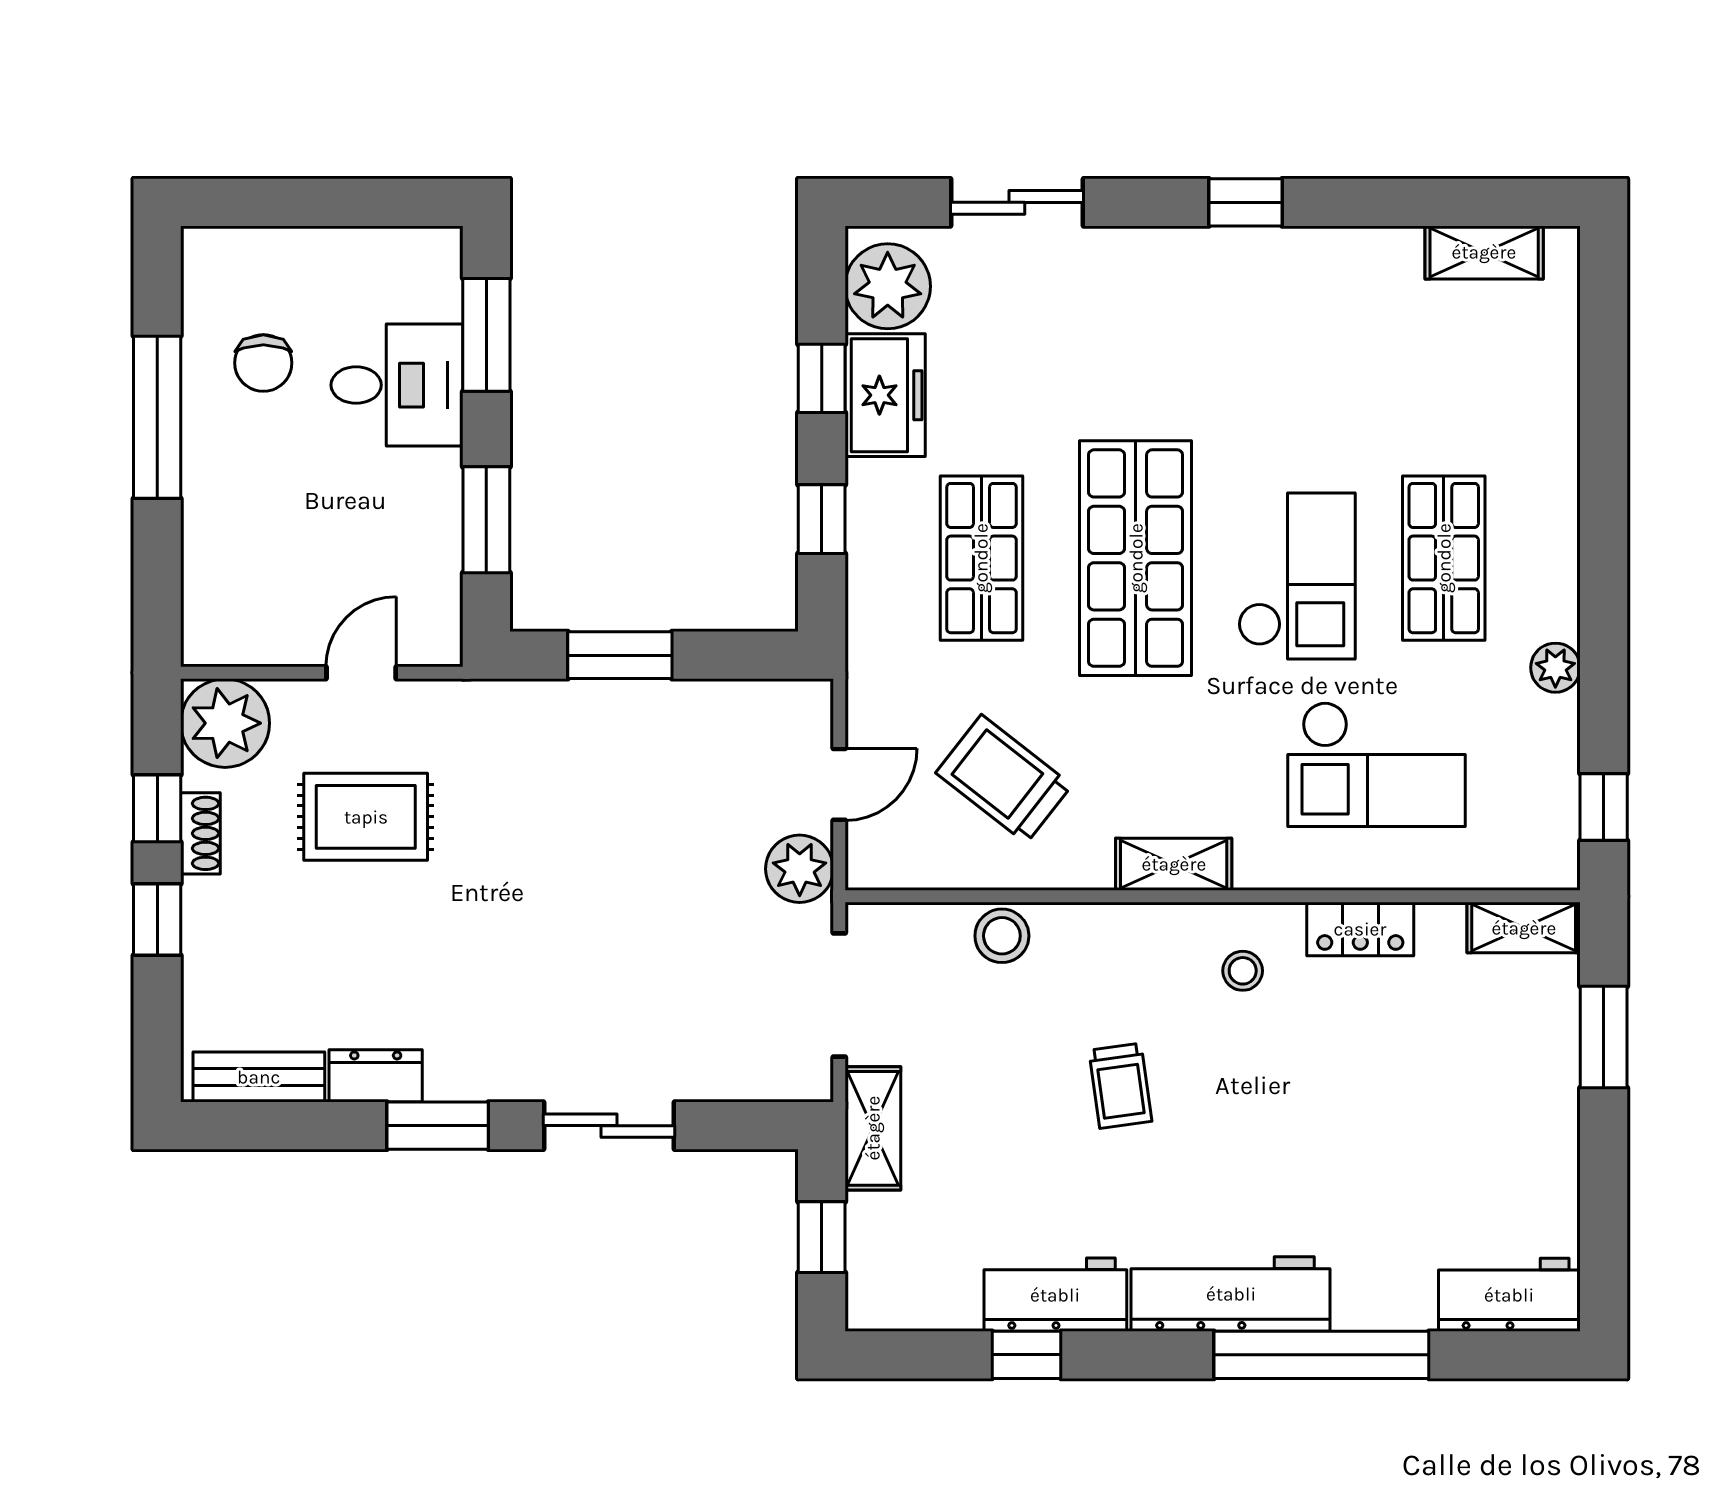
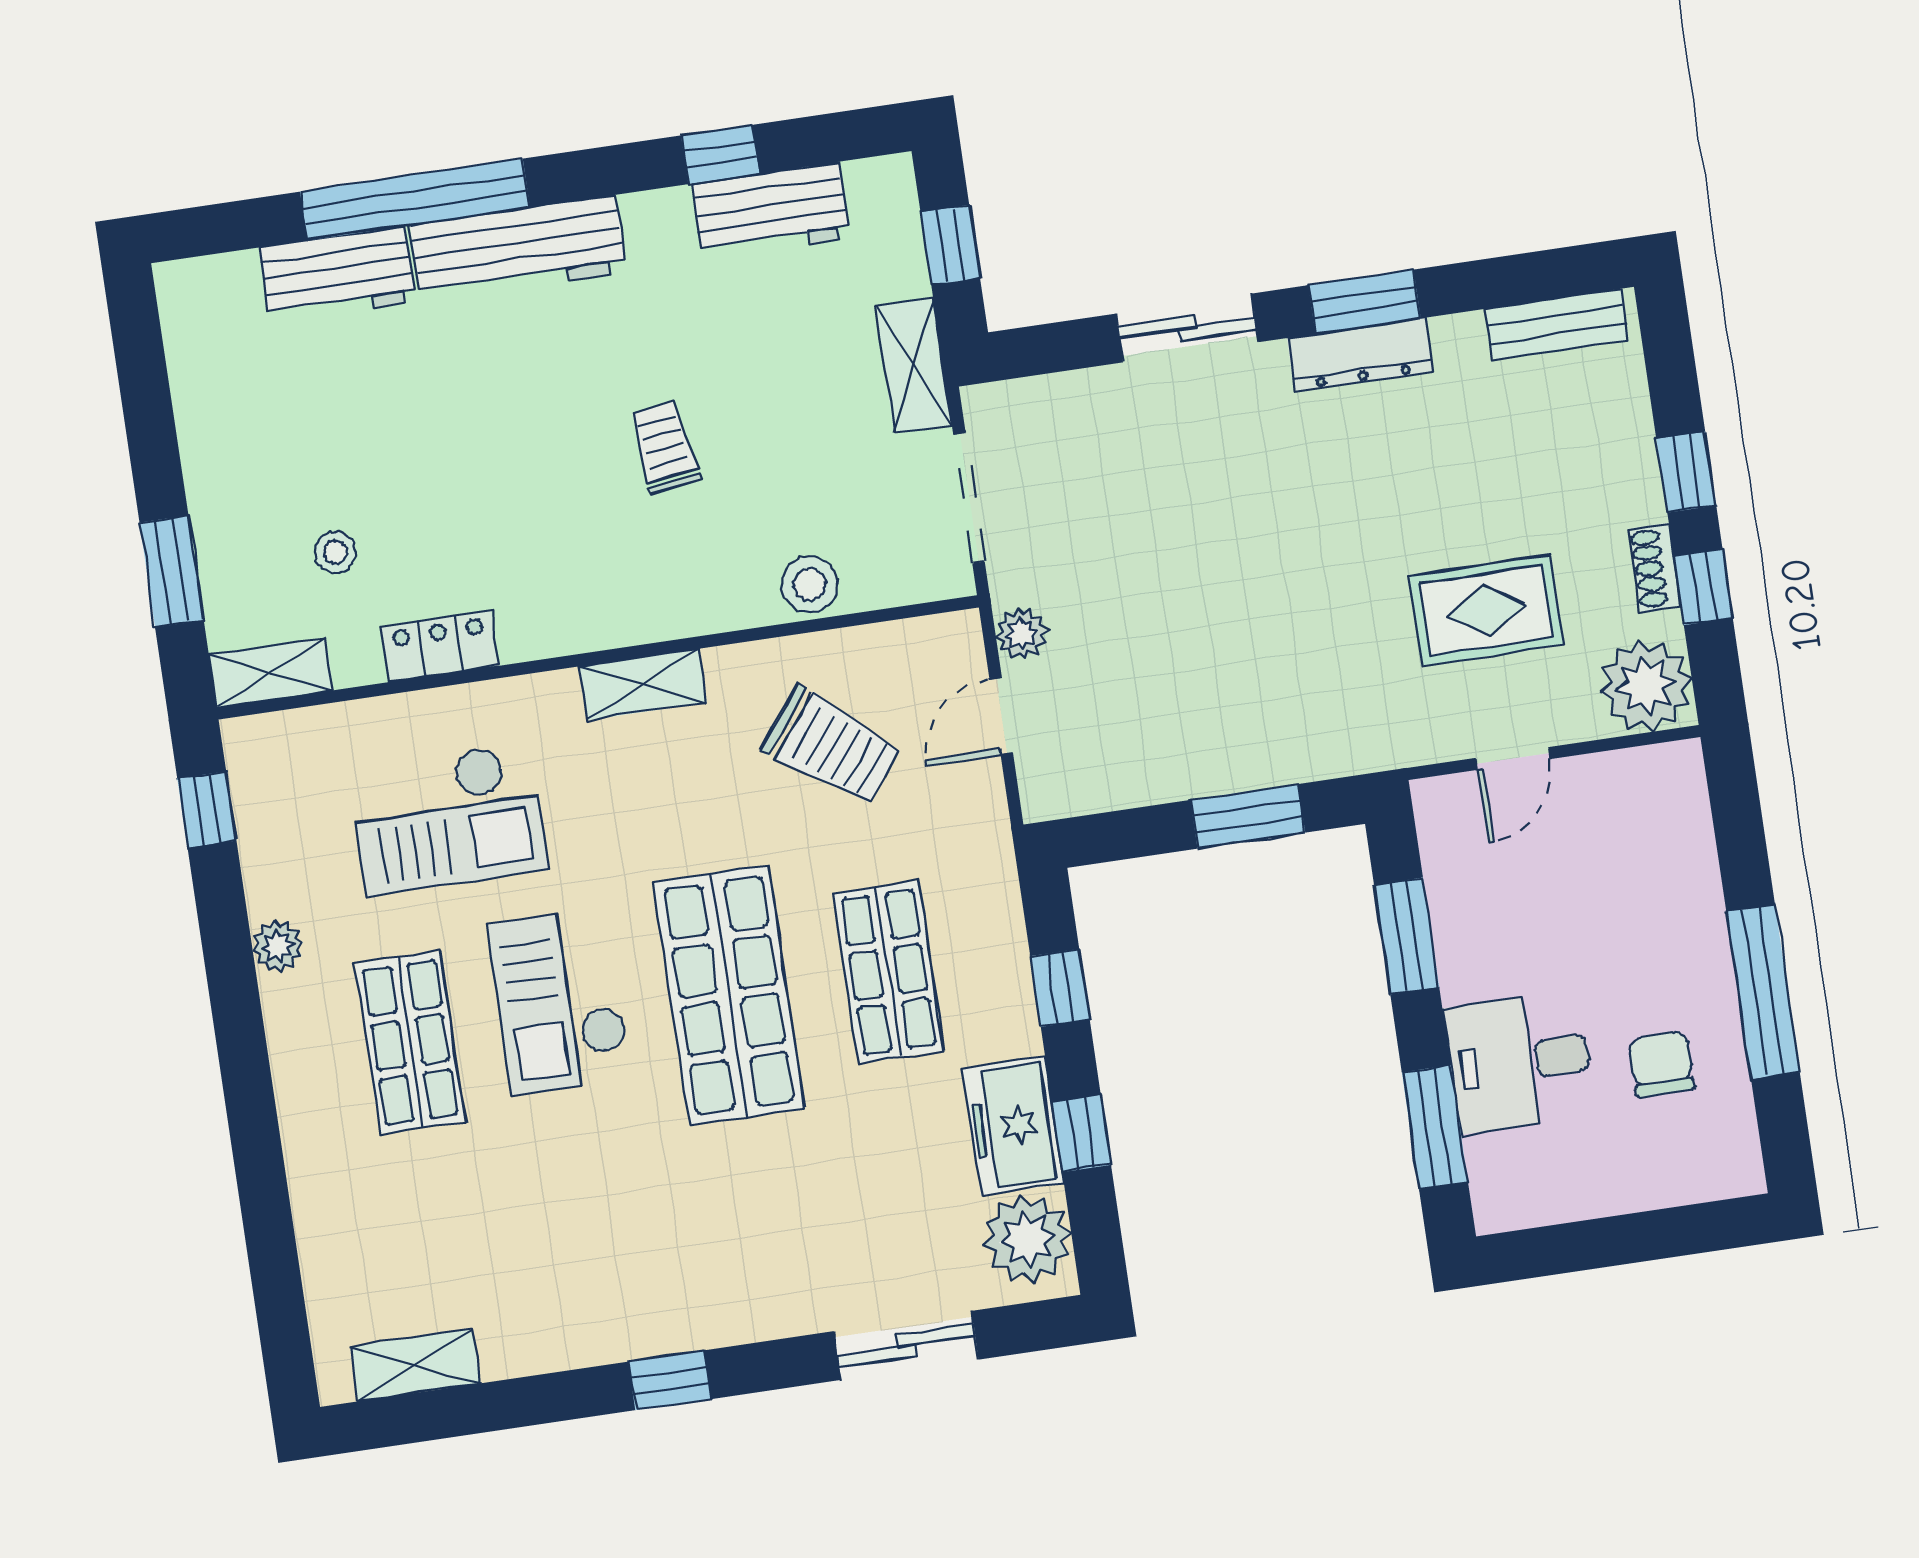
checkout: (1376, 764) -> (448, 819), turned 180
plant: (800, 869) -> (1021, 634), width x0.73, depth x0.73
stool: (1243, 971) -> (335, 552), moved
dresser: (376, 1076) -> (1360, 355), moved, width x1.44
workbench: (1055, 1295) -> (771, 211), moved
workbench: (1509, 1295) -> (337, 274), moved

